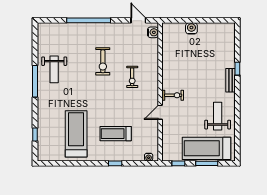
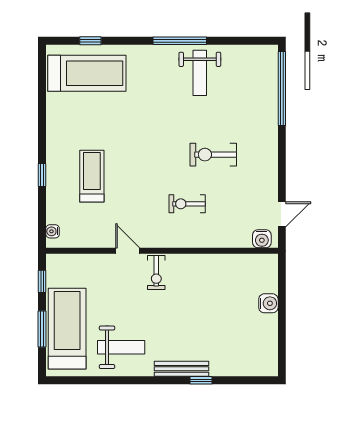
window: (89, 20) -> (282, 89), moved
weight bench: (54, 69) -> (200, 73), turned -90
bench: (230, 80) -> (181, 369), width x1.36
treadmill: (76, 134) -> (87, 73), moved

